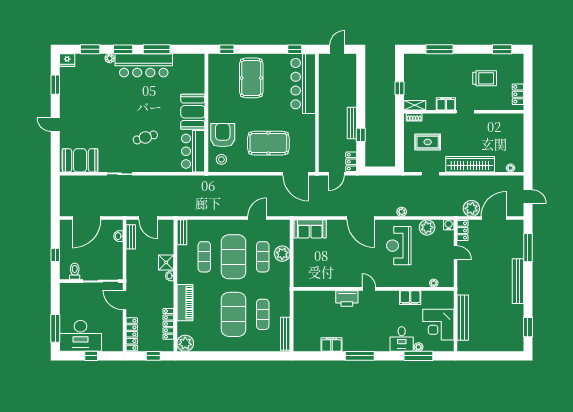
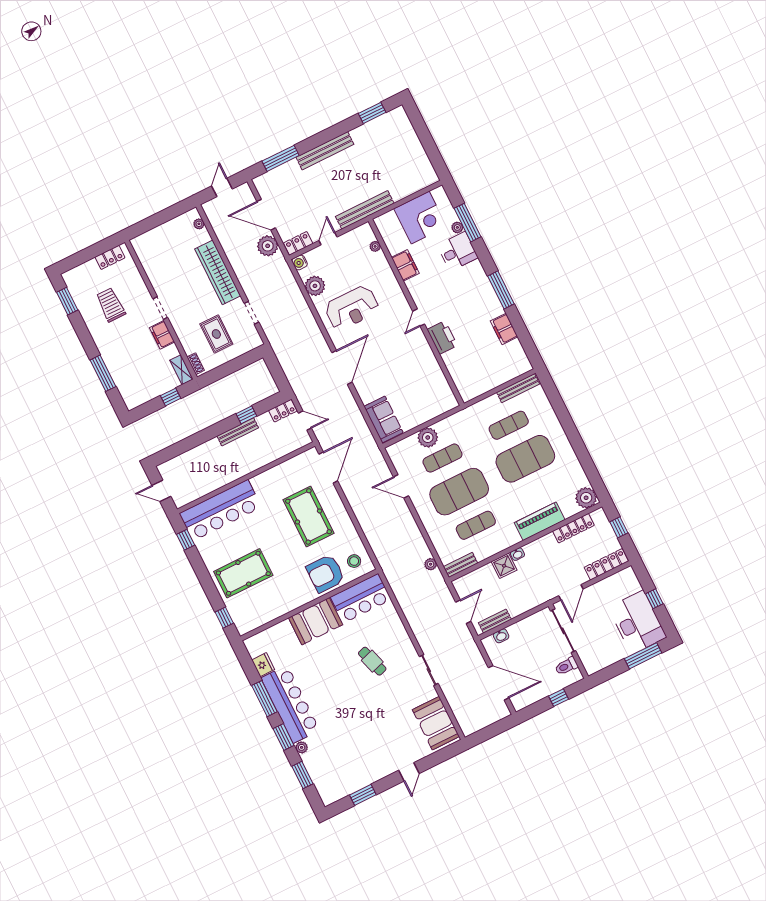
fridge: (67, 60) -> (263, 665), moved
plant: (402, 212) -> (431, 564), moved
bench: (463, 318) -> (365, 210), moved

